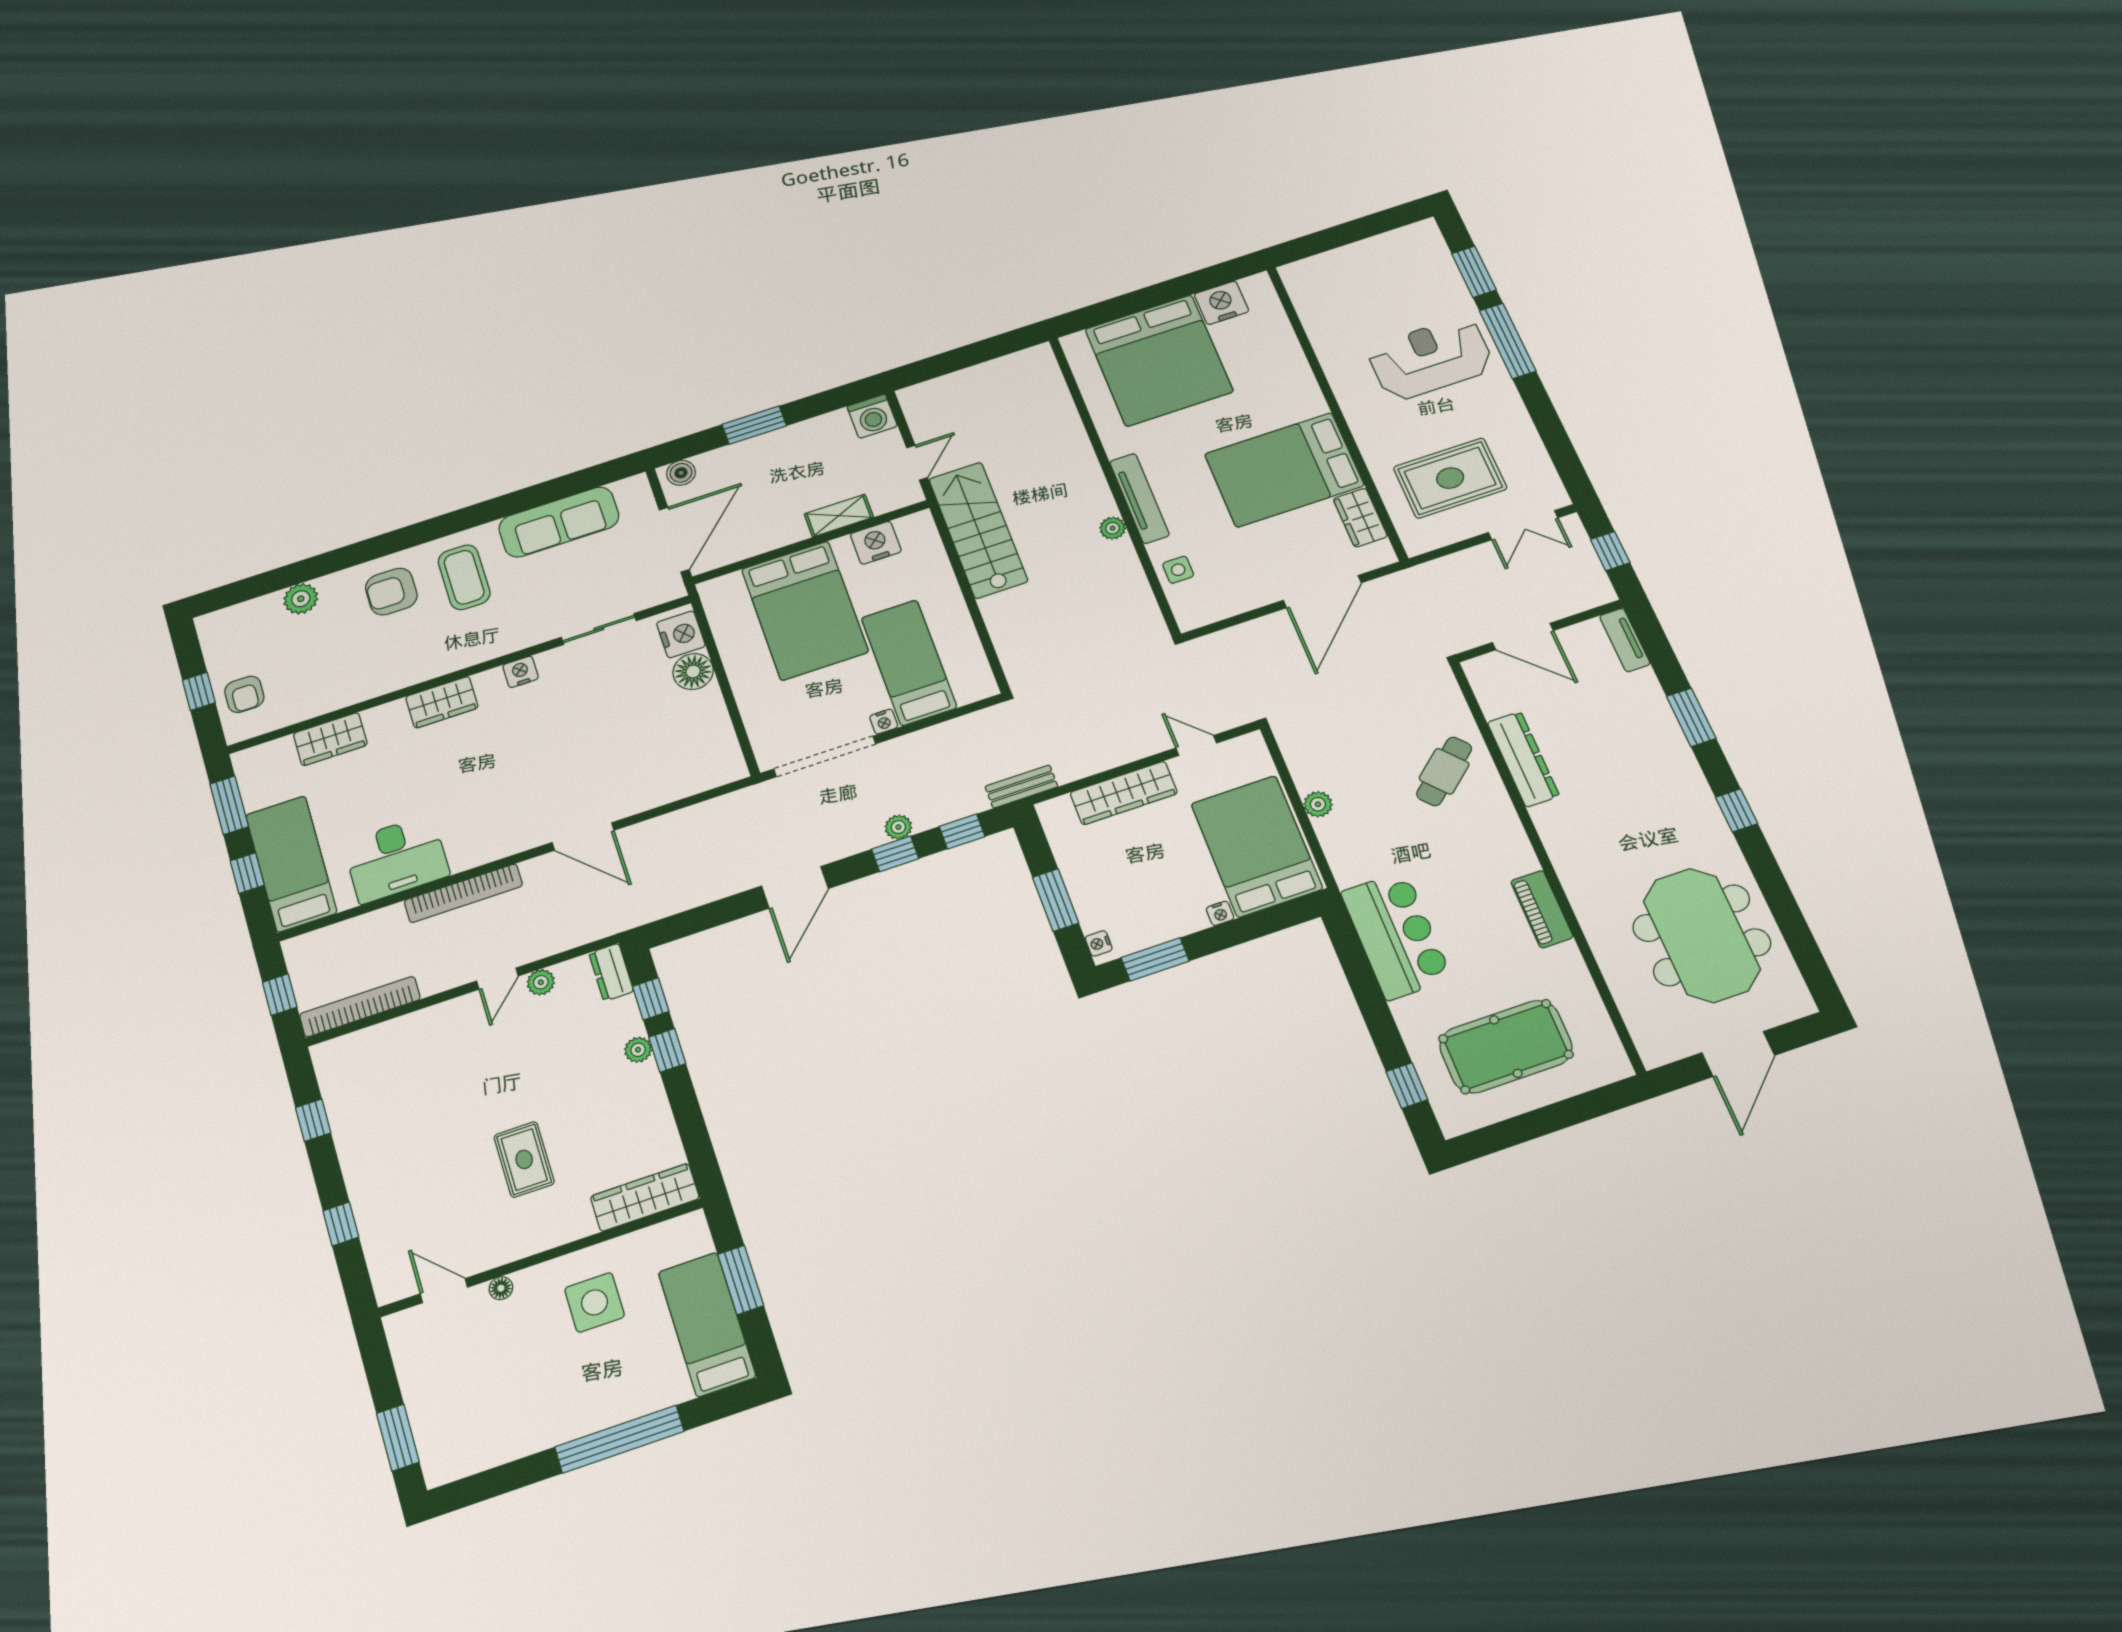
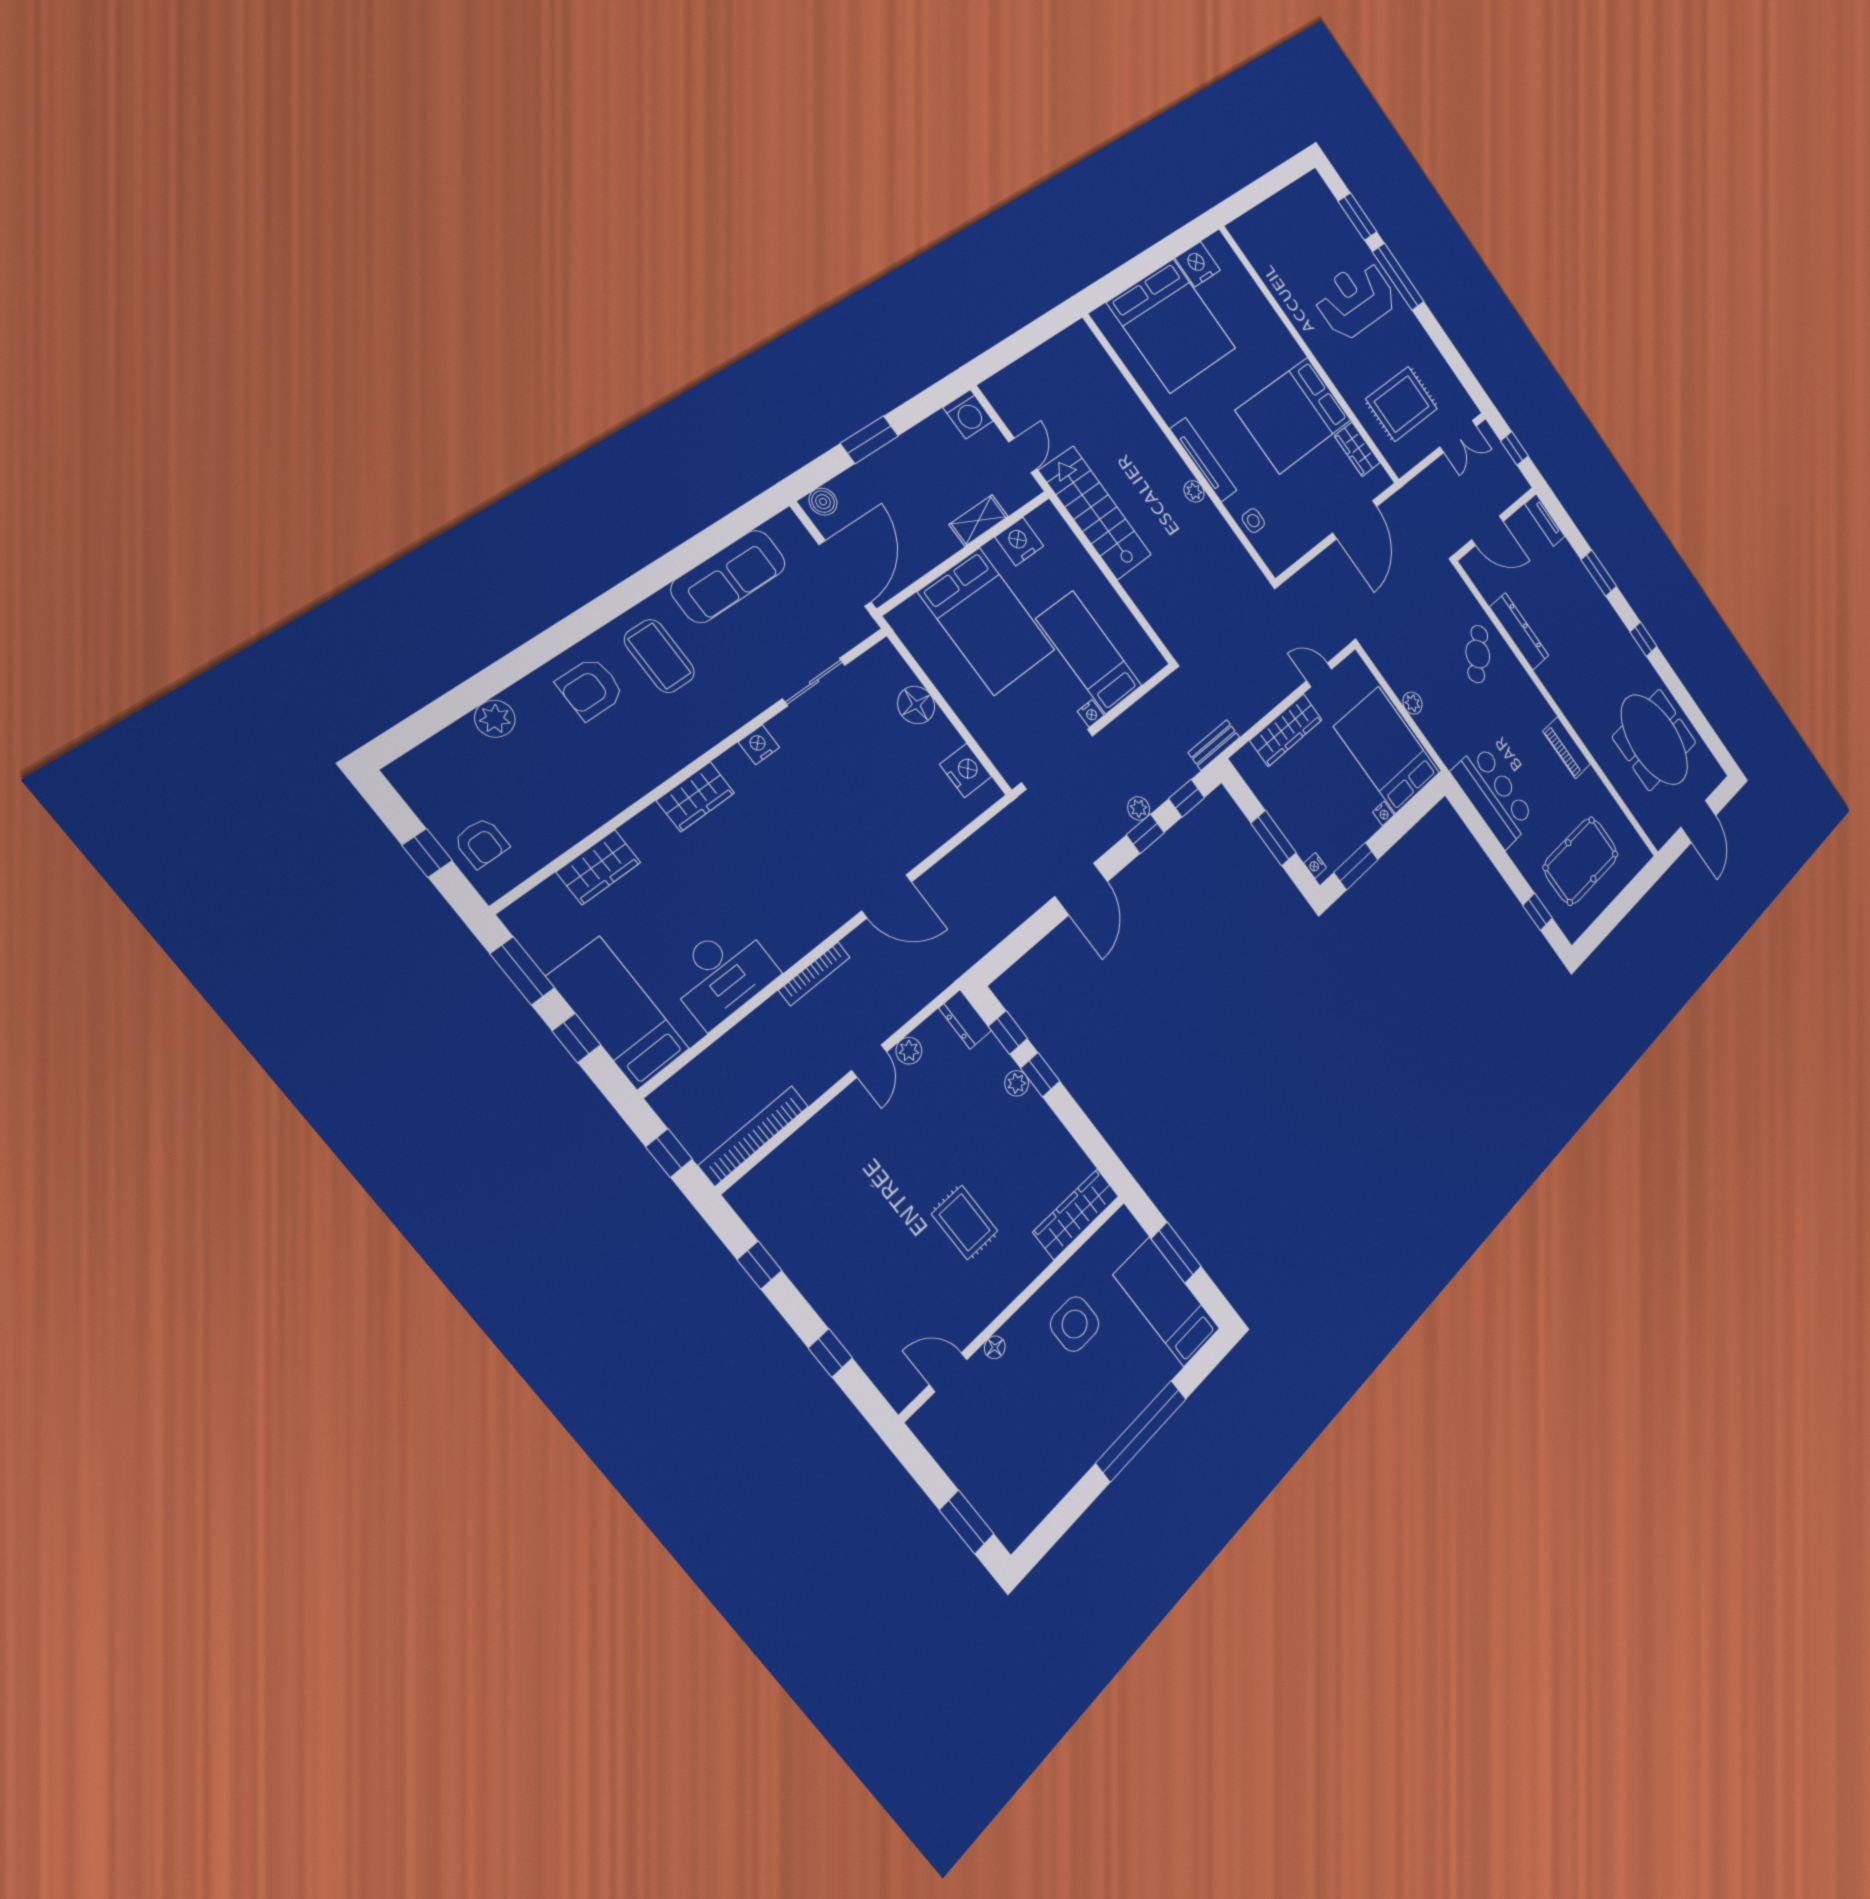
nightstand: (681, 634) -> (966, 770), moved
bookcase: (463, 893) -> (814, 974), width x0.68, depth x0.76

